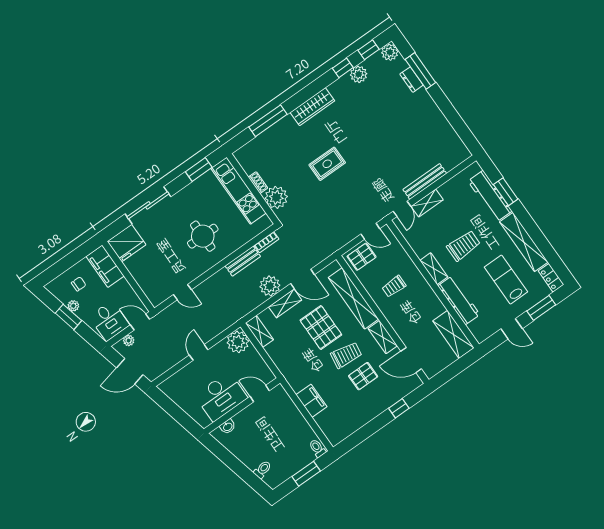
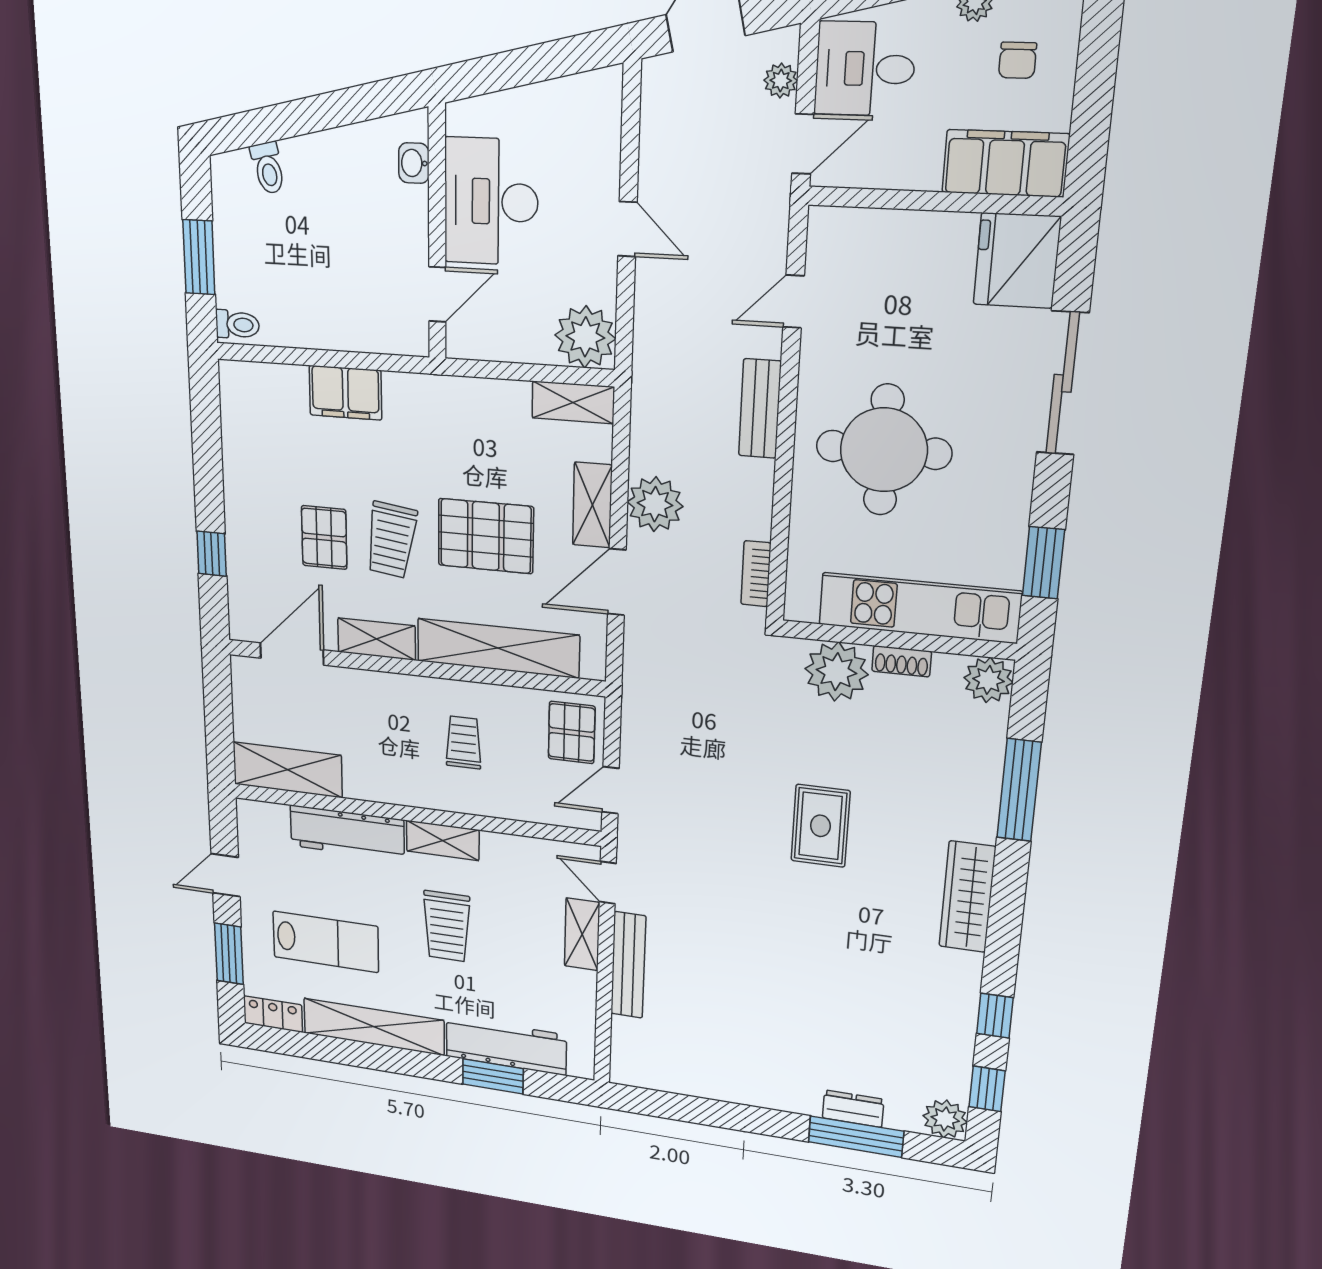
plant: (359, 74) -> (988, 680), moved
round table: (203, 236) -> (884, 450), width x1.36, depth x1.36
bench: (243, 261) -> (760, 409), moved

